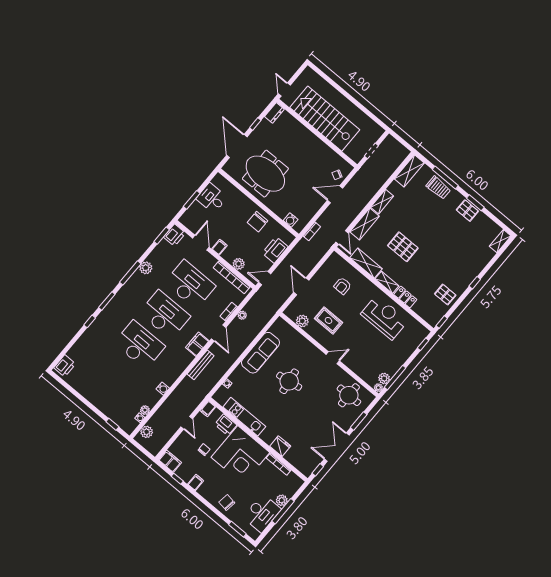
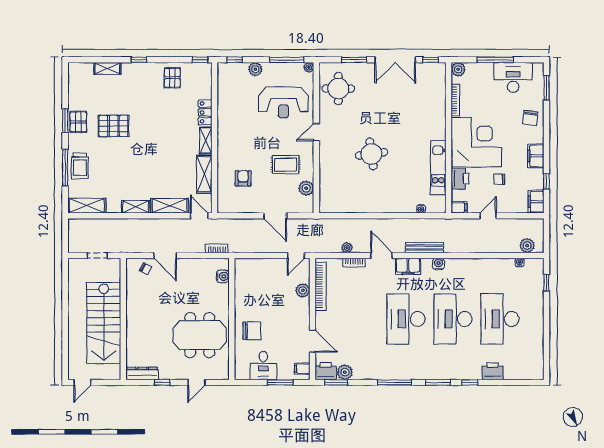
door: (284, 90) -> (82, 382), moved
dresser: (274, 113) -> (142, 373), width x1.44
door: (237, 146) -> (196, 382), width x0.53
meeting table: (265, 174) -> (200, 335), turned 90
trolley: (438, 188) -> (80, 166), turned 180
chair: (257, 222) -> (252, 331), moved
door: (342, 238) -> (199, 216), hinge flipped
shelving: (500, 241) -> (107, 68), moved
door: (201, 243) -> (312, 341), swing flipped
filing cabinet: (220, 247) -> (302, 369), moved
pallet: (403, 247) -> (114, 126), moved, turned 90
printer: (275, 250) -> (262, 268), removed
plant: (146, 268) -> (345, 372), moved
door: (265, 278) -> (296, 256), hinge flipped
desk: (190, 284) -> (500, 319), moved
door: (301, 286) -> (275, 216), hinge flipped
armchair: (343, 286) -> (243, 178), turned -90
reception desk: (384, 317) -> (283, 102), moved, turned -90
rug: (328, 320) -> (286, 165), turned 90
door: (219, 333) -> (382, 256), hinge flipped
sofa: (260, 353) -> (367, 202), removed
door: (333, 358) -> (316, 132), hinge flipped
printer: (65, 366) -> (493, 371), moved
plant: (384, 378) -> (255, 69), moved
water cooler: (163, 389) -> (438, 264), moved
plant: (145, 410) -> (509, 264), removed
fridge: (280, 446) -> (438, 112), removed
filing cabinet: (196, 482) -> (536, 156), width x2.00
plant: (282, 500) -> (458, 69), moved

